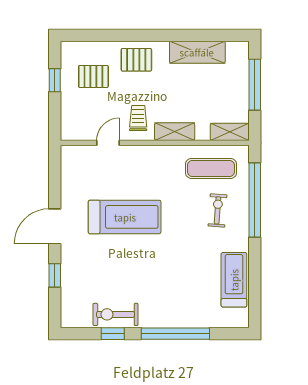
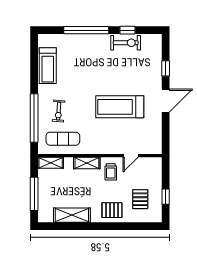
pallet: (93, 76) -> (140, 199), turned 90

